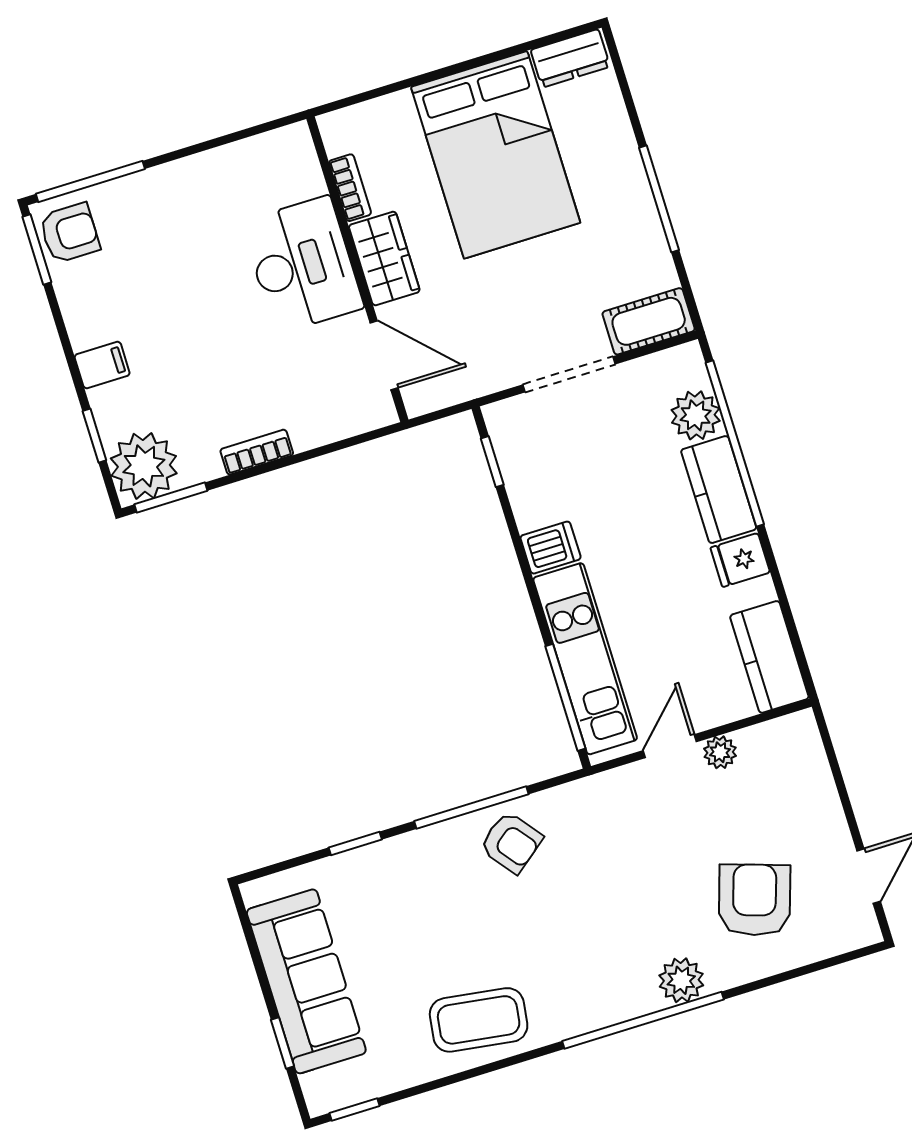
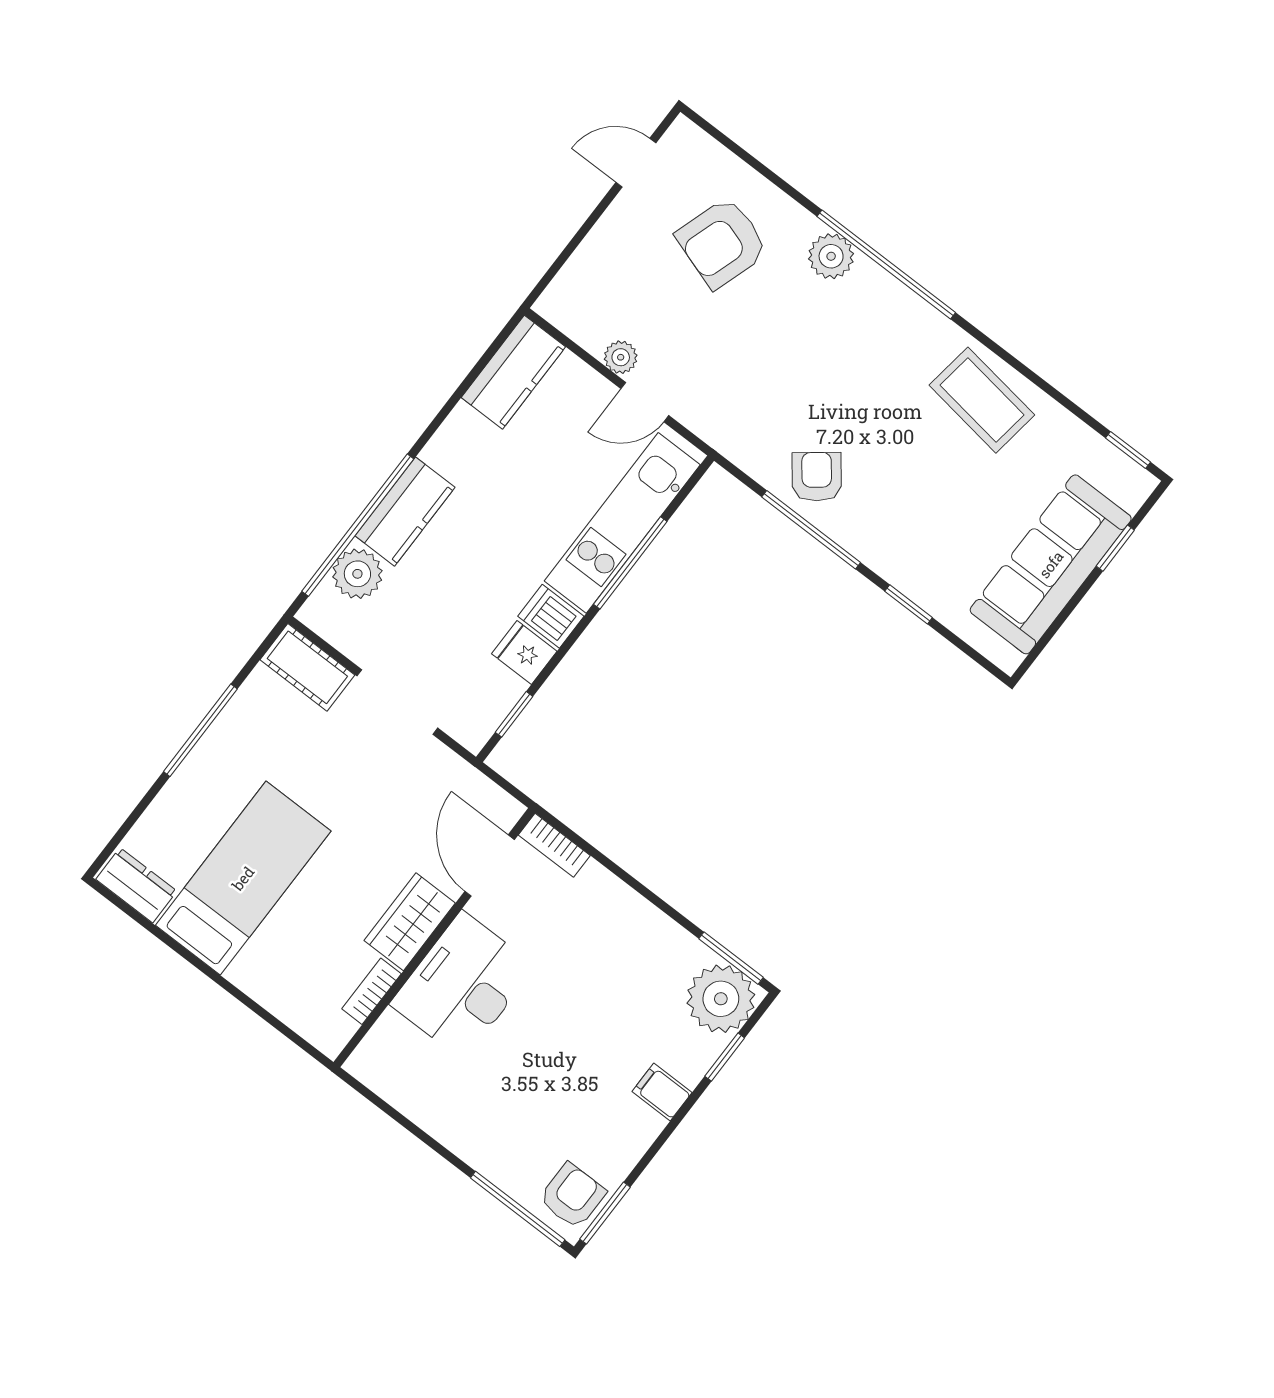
bed: (496, 155) -> (243, 878), width x0.67
armchair: (70, 233) -> (572, 1196), turned 90
bookcase: (257, 452) -> (554, 845), moved
fridge: (740, 560) -> (524, 653), moved, turned 180
window: (565, 697) -> (630, 563), moved

